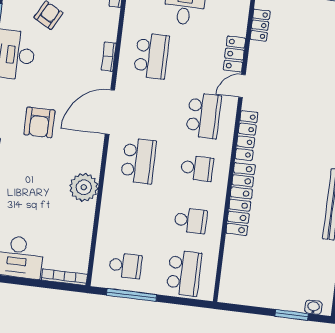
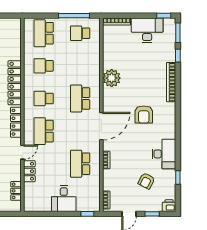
armchair: (39, 122) -> (144, 114), turned 180

